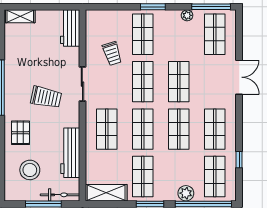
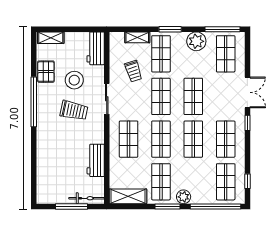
plant: (187, 15) -> (196, 41), width x1.88, depth x1.88
shelving: (117, 16) -> (137, 37), added
window: (239, 111) -> (247, 123), added
pallet: (20, 133) -> (46, 72), moved
workbench: (70, 153) -> (96, 160), width x0.73
window: (239, 160) -> (247, 181), moved
stool: (30, 170) -> (74, 80), moved
plant: (186, 193) -> (184, 197), moved

